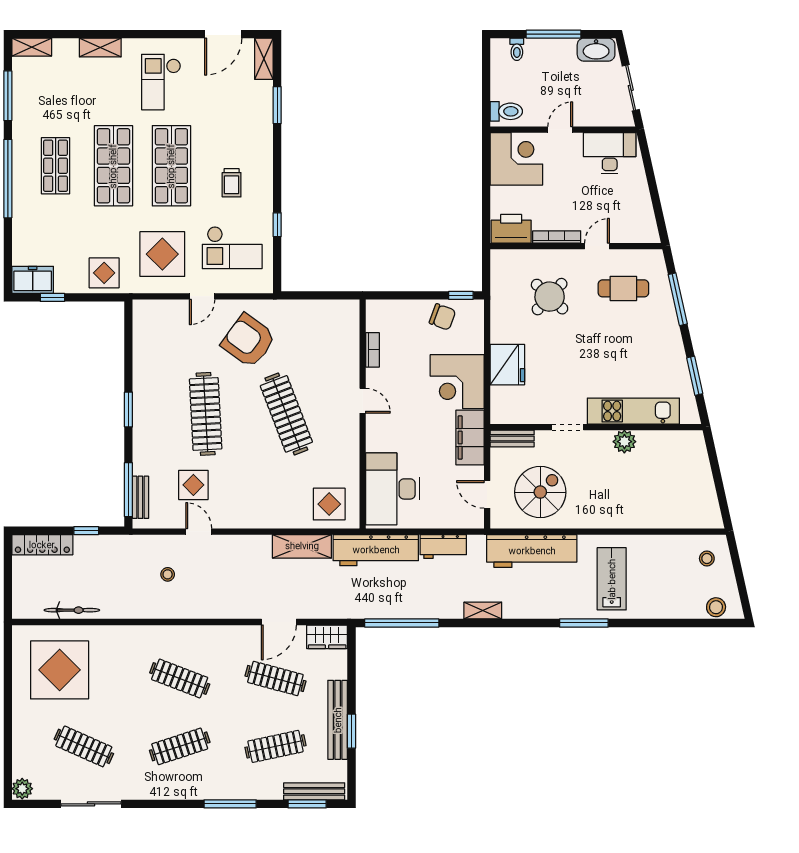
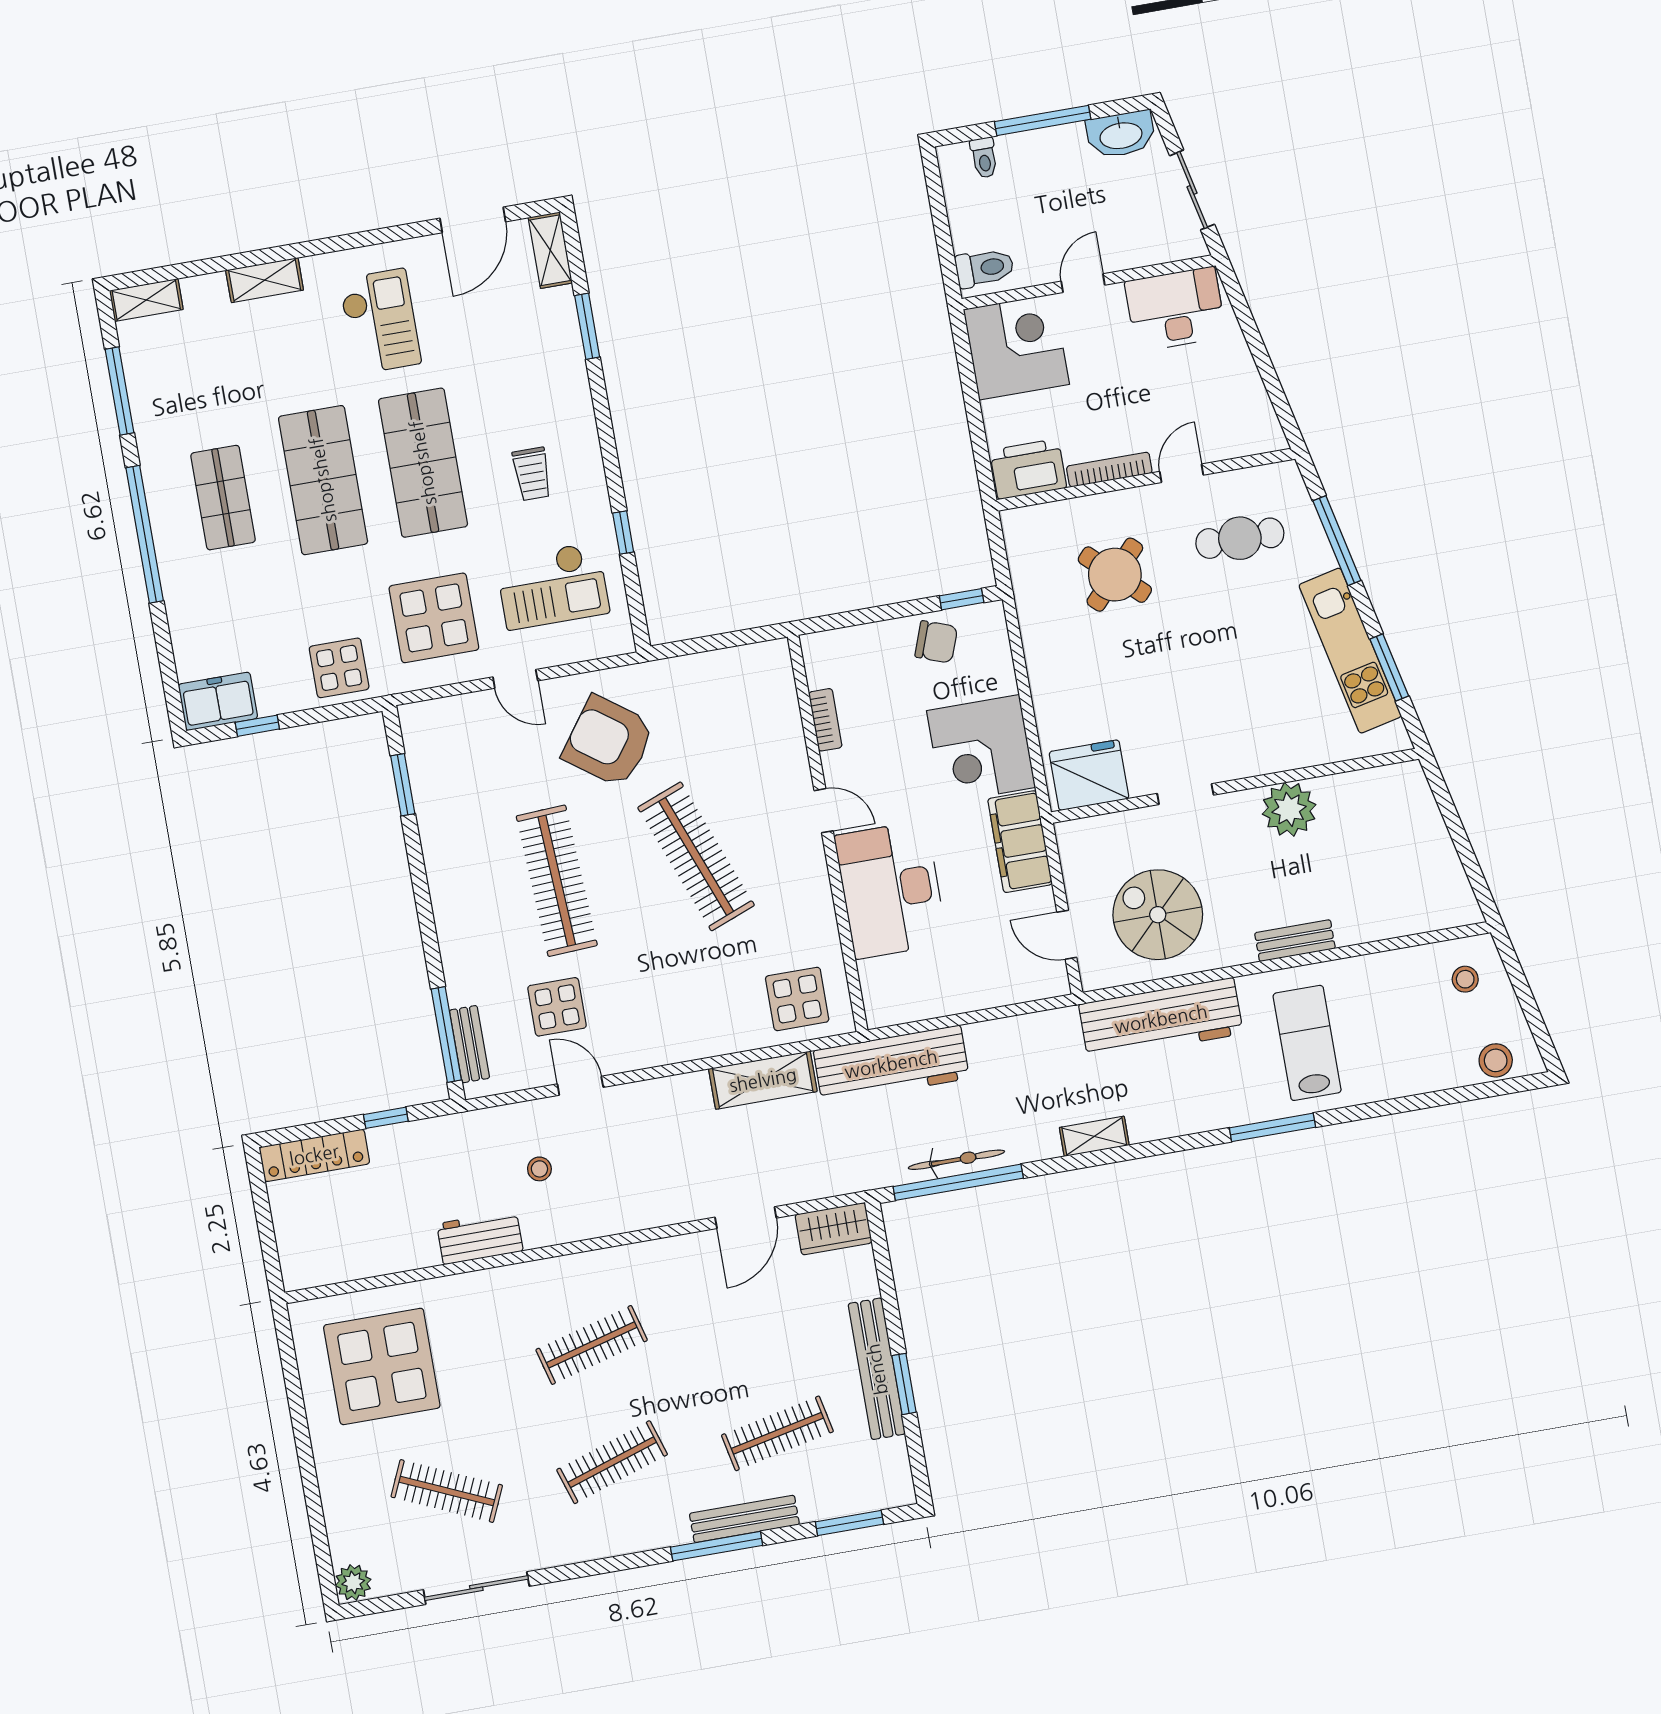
checkout: (161, 82) -> (380, 321), turned 180
door: (202, 296) -> (515, 679), hinge flipped
fridge: (507, 365) -> (1089, 775), moved, turned -90
window: (128, 410) -> (403, 785), moved
kitchen unit: (633, 411) -> (1350, 651), moved, turned -103
bench: (512, 438) -> (1295, 941), moved
plant: (624, 442) -> (1289, 809), width x1.36, depth x1.36
desk: (393, 489) -> (891, 890), moved
spiral stairs: (540, 492) -> (1158, 915), turned -90
workbench: (443, 547) -> (480, 1237), moved, turned 180
bicycle: (72, 610) -> (956, 1160), moved
clothes rail: (180, 678) -> (592, 1345), turned -36
clothes rail: (275, 678) -> (757, 1316), removed
bench: (314, 791) -> (744, 1519), moved

